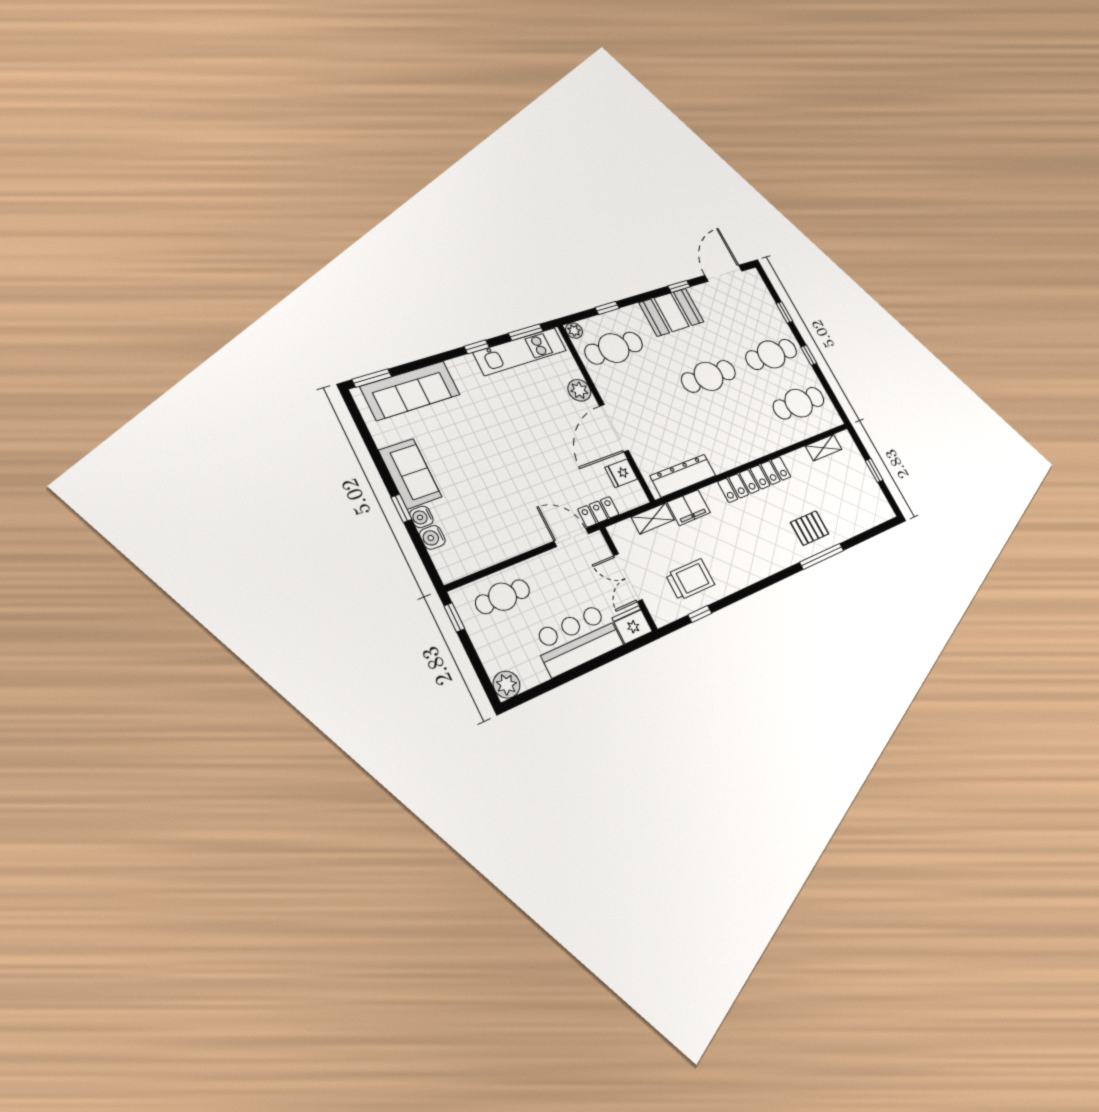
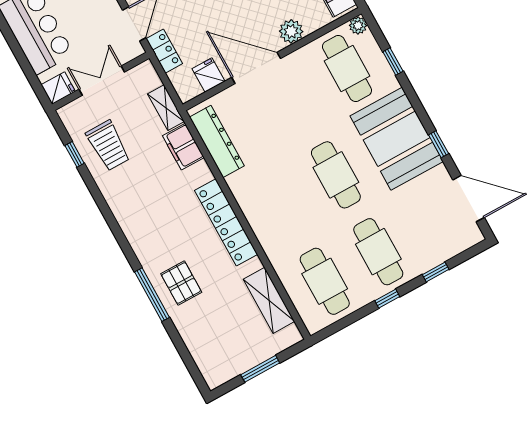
booth: (671, 312) -> (397, 139), width x1.36, depth x1.42
shelving: (824, 448) -> (269, 300), width x1.50, depth x1.33
window: (874, 470) -> (260, 369), width x1.50
fridge: (632, 625) -> (58, 88), width x0.72

